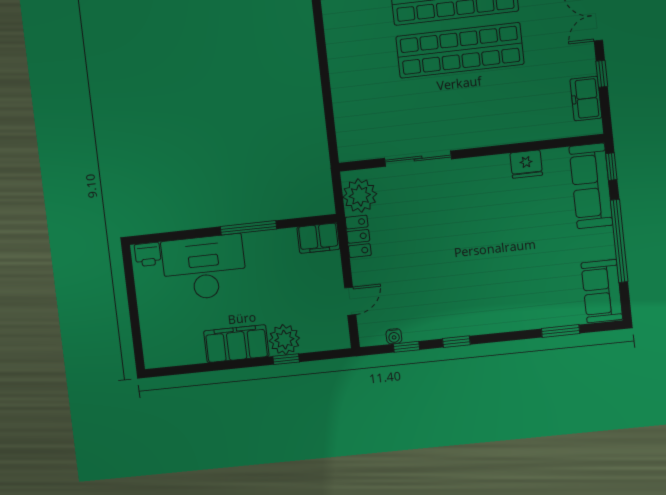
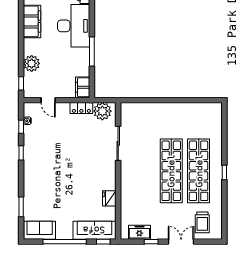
filing cabinet: (236, 344) -> (32, 21), moved
window: (286, 359) -> (21, 83), moved

